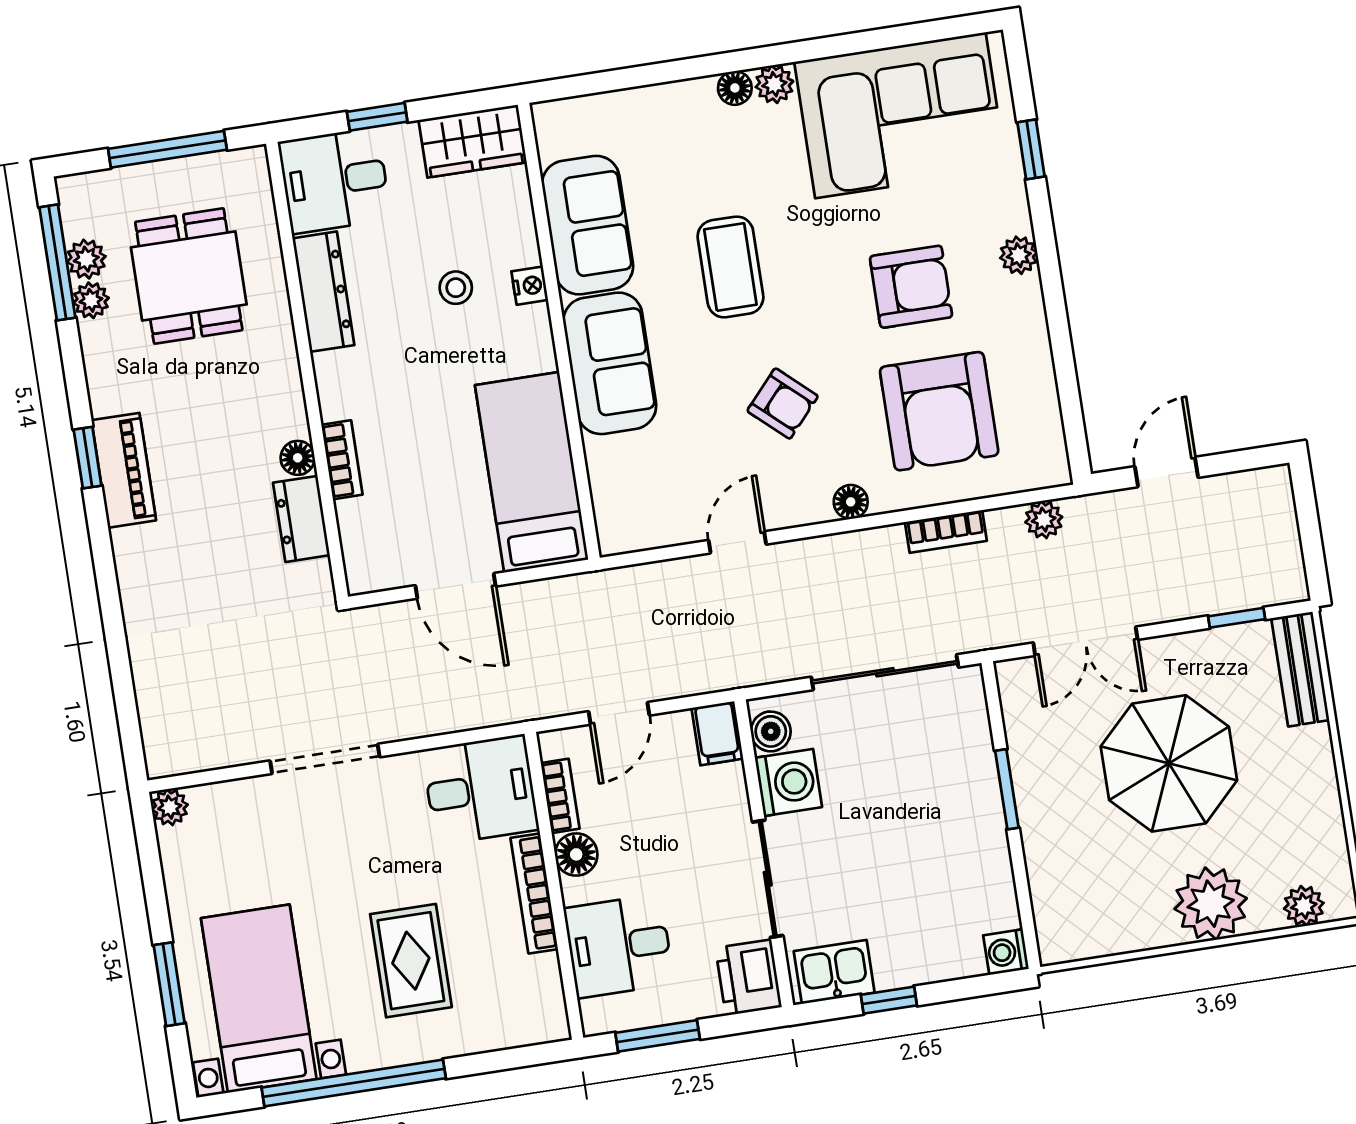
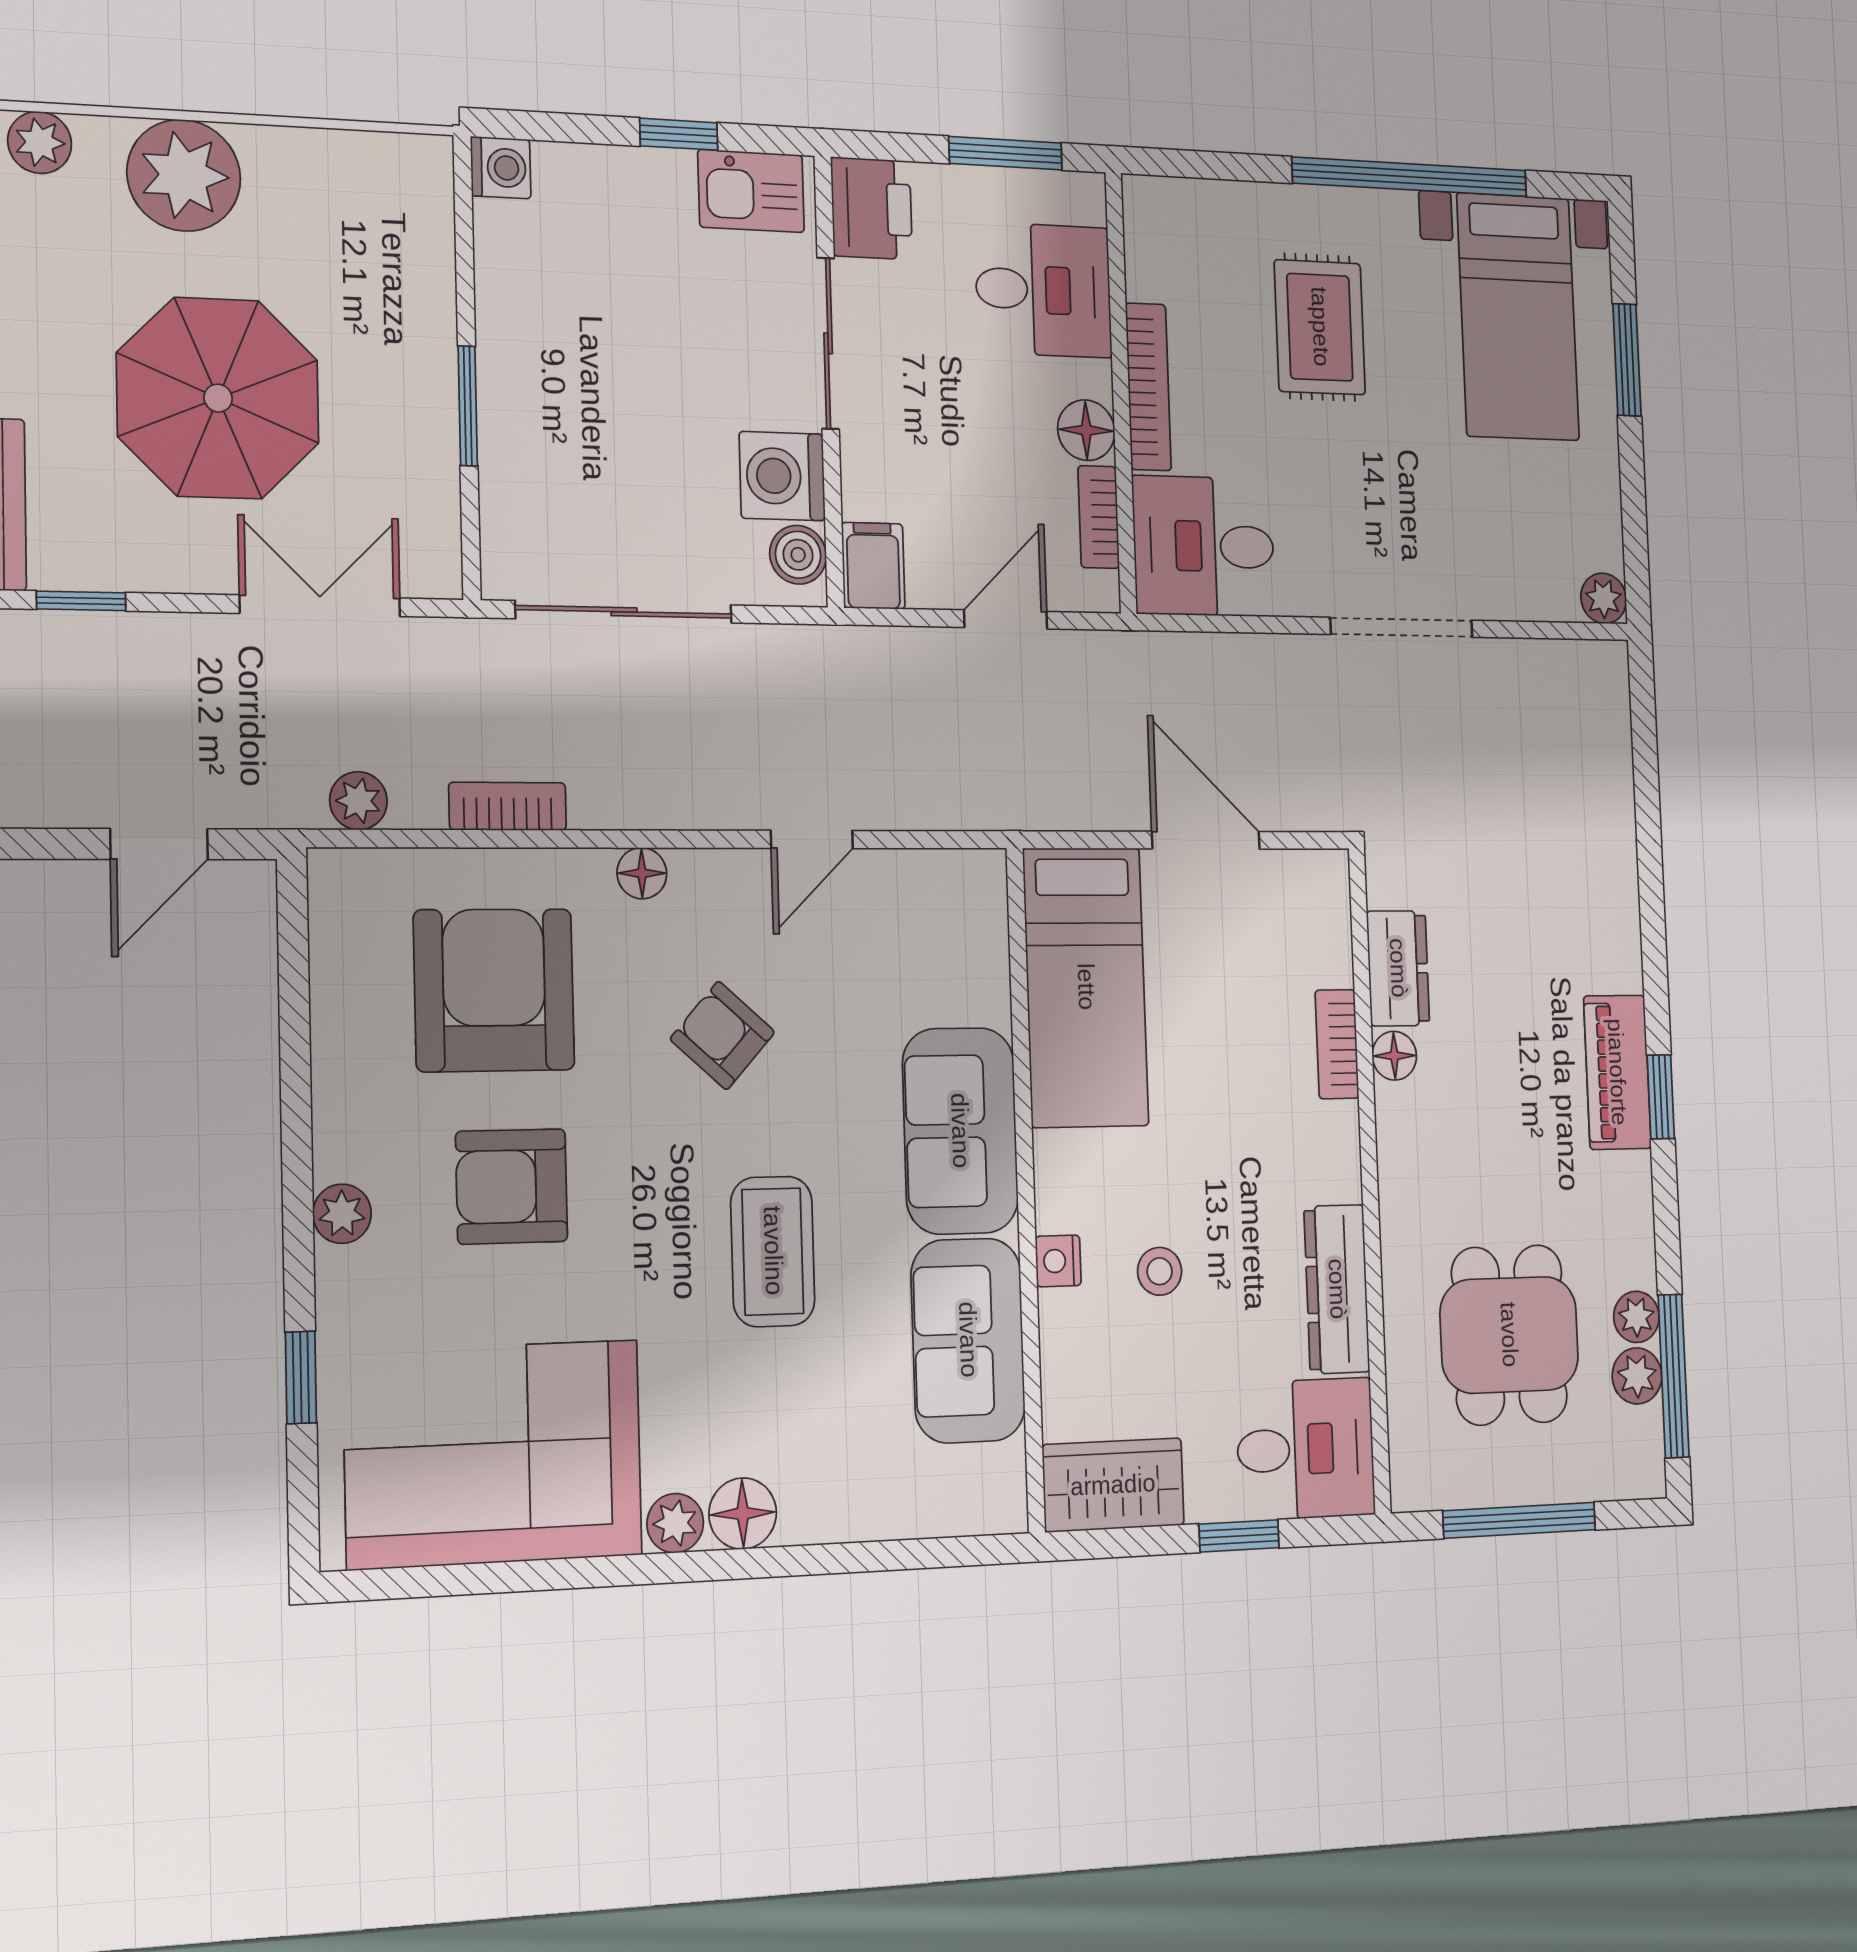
floor lamp: (735, 88) -> (743, 1514), width x1.37, depth x1.37

